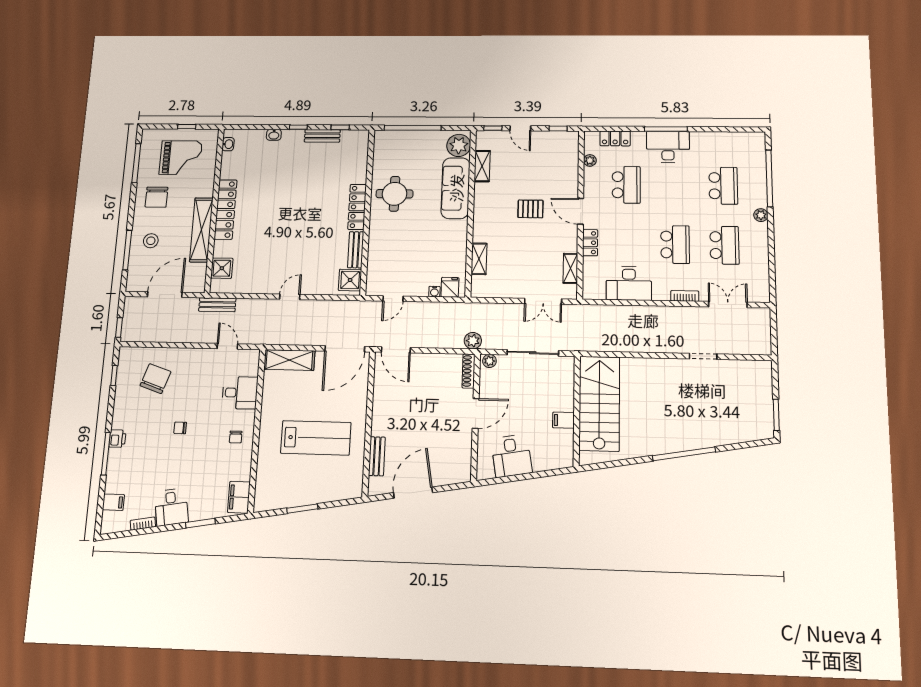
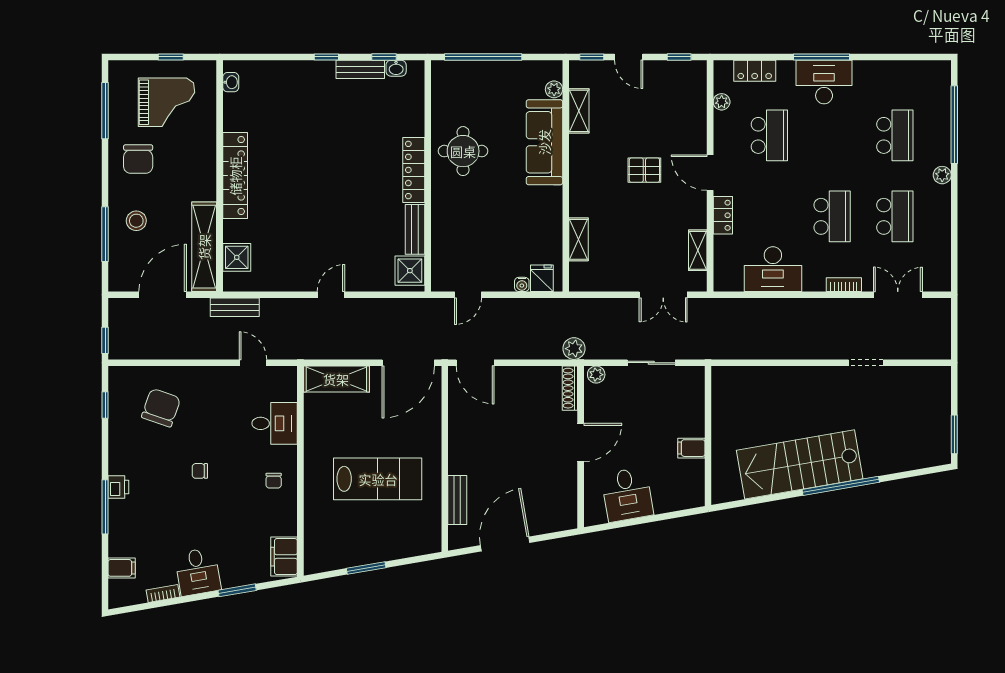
washbasin: (274, 135) -> (396, 68), moved
plant: (459, 145) -> (554, 89), width x0.53, depth x0.53
shelving: (201, 230) -> (204, 247), moved
sliding door: (533, 353) -> (651, 363), width x0.73
stairs: (599, 403) -> (800, 464), moved, turned -100

